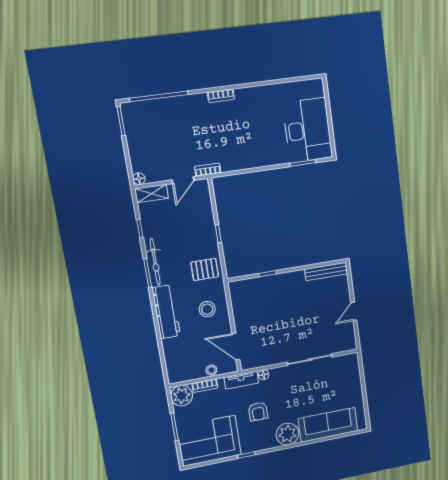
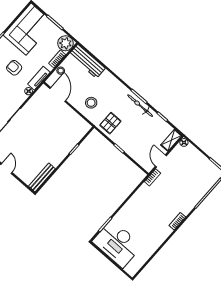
workbench: (166, 312) -> (87, 61), moved
door: (236, 347) -> (58, 95), hinge flipped

